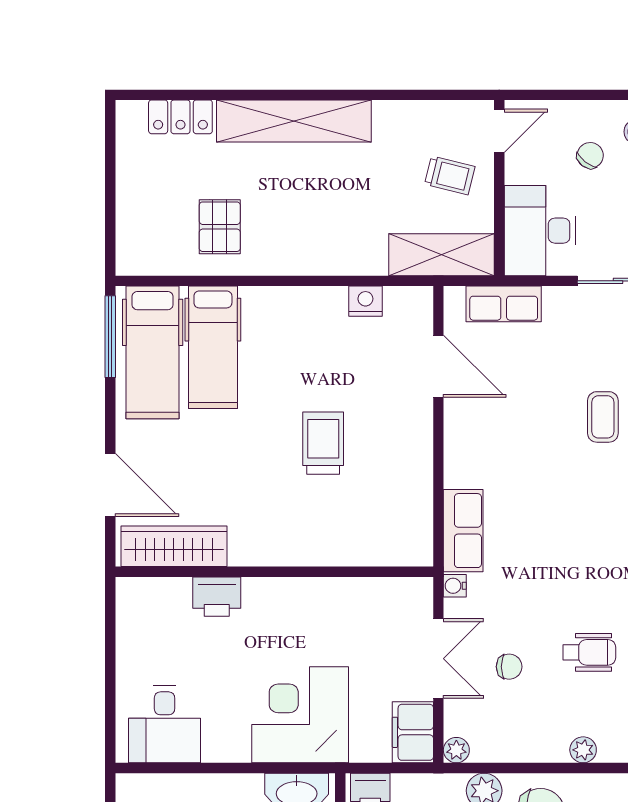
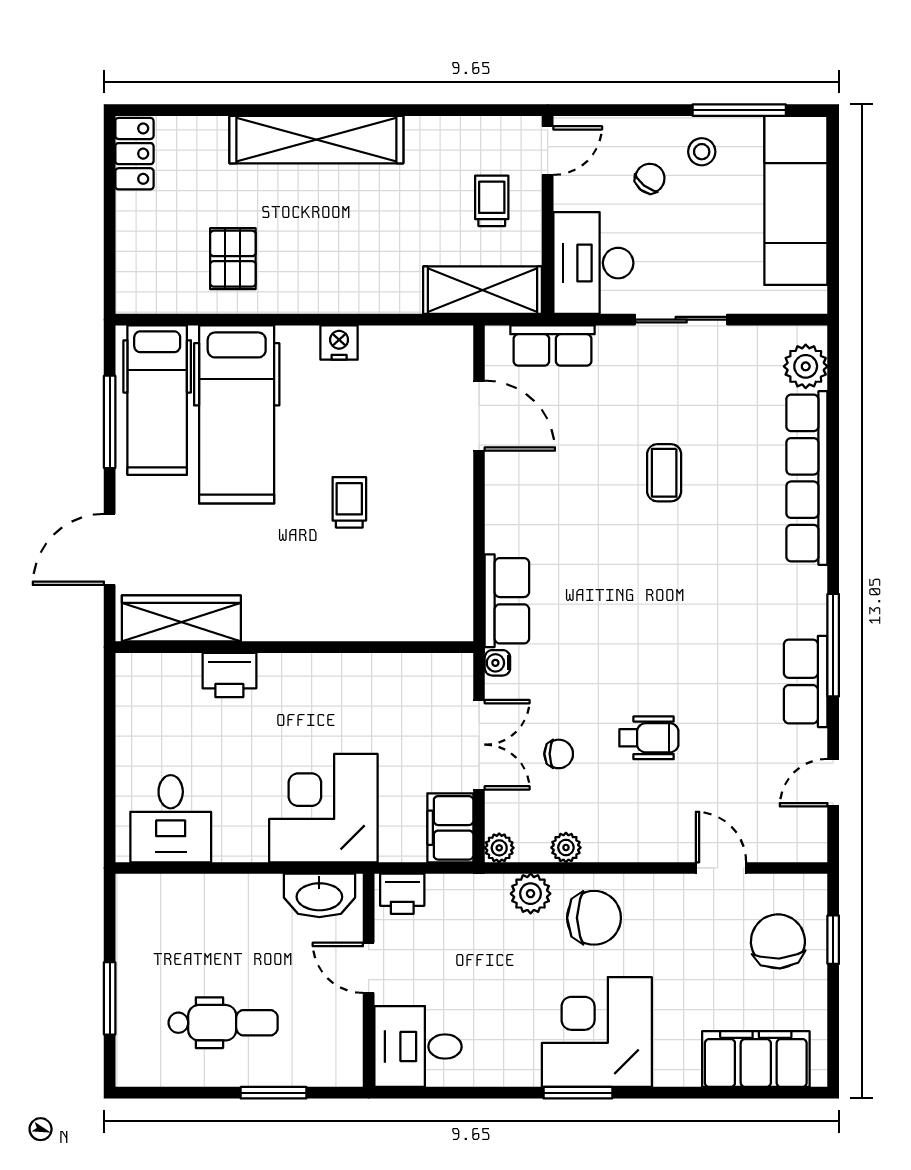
locker: (180, 117) -> (134, 154), moved, turned -90
trolley: (450, 175) -> (492, 201), turned -104
nightstand: (365, 301) -> (339, 342), moved
window: (110, 337) -> (110, 422), moved
hospital bed: (213, 347) -> (237, 414), width x1.37, depth x1.29
trolley: (323, 443) -> (349, 502), width x0.73, depth x0.72
door: (110, 485) -> (110, 549), swing flipped
plant: (583, 750) -> (566, 848), moved

